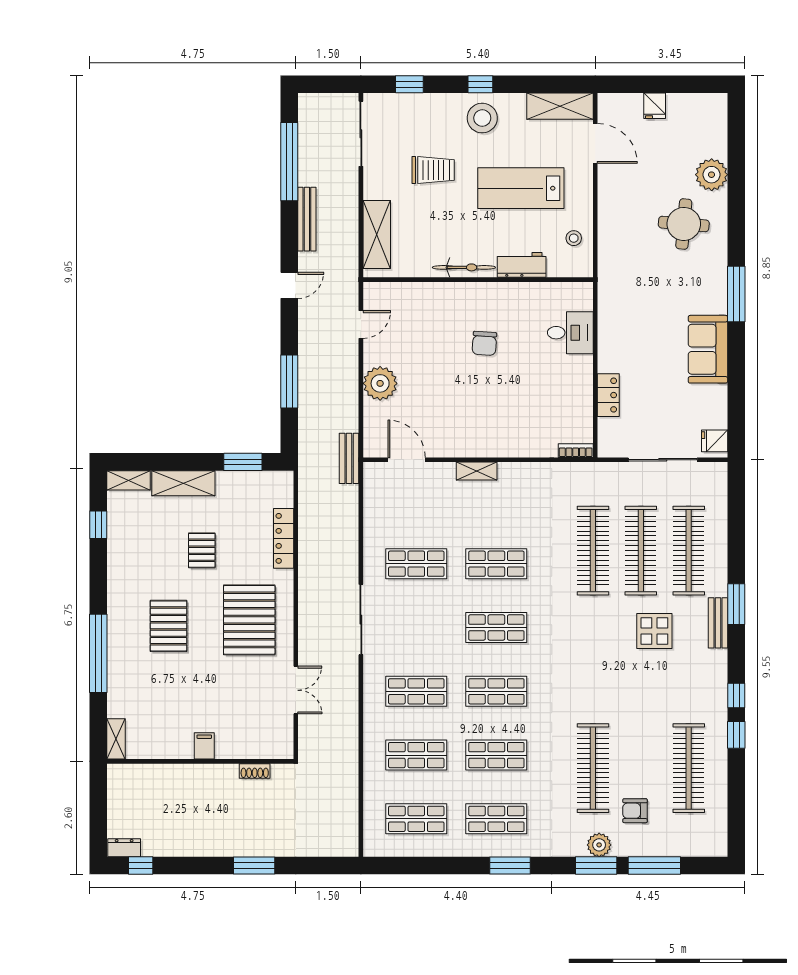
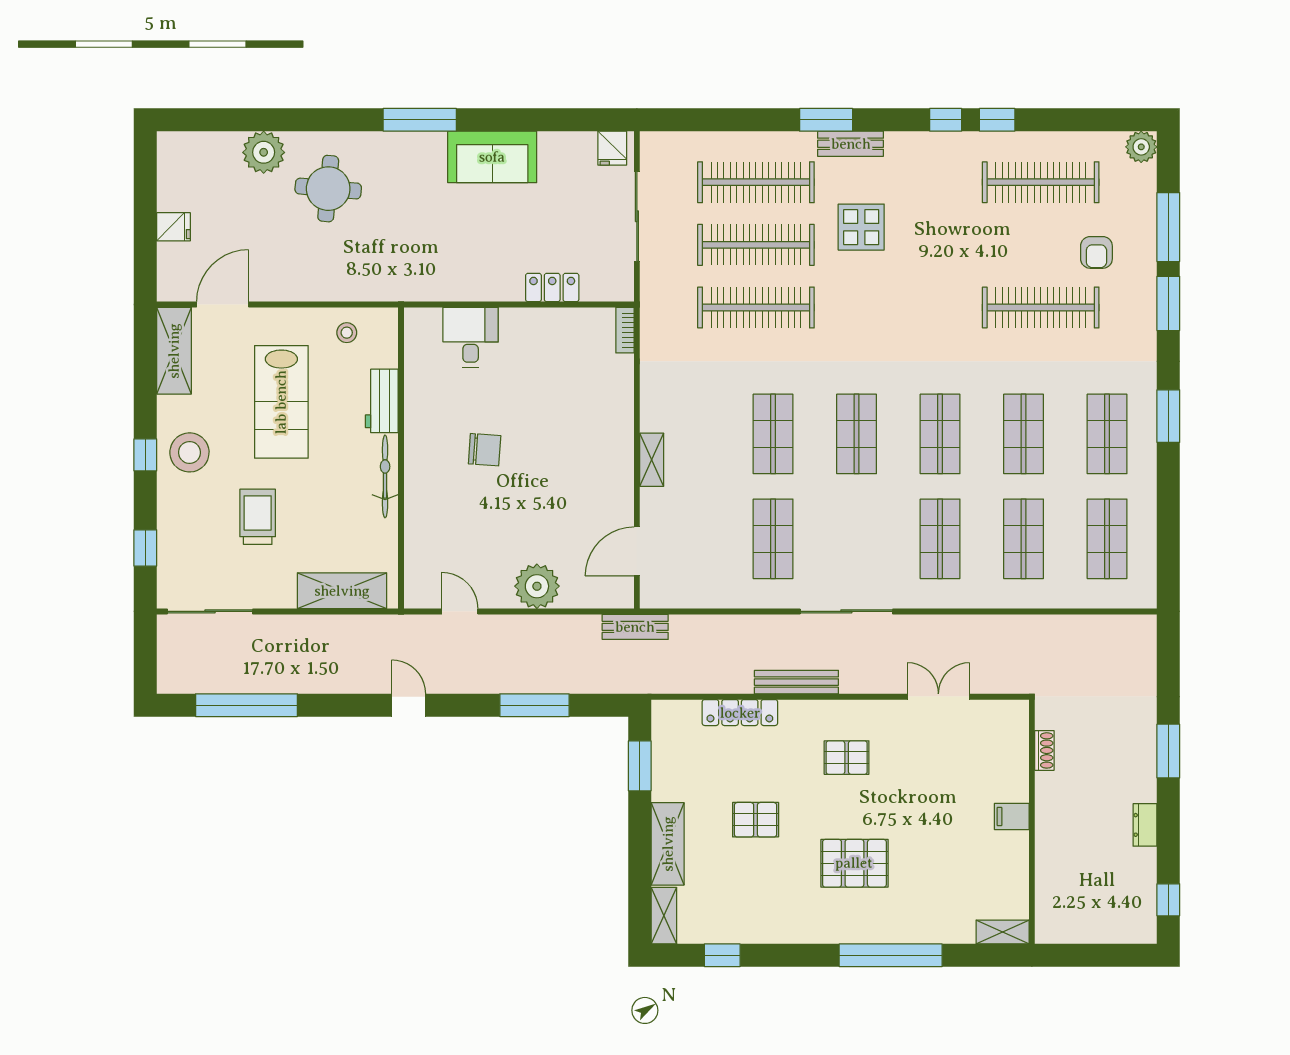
bench: (307, 219) -> (796, 682), moved
pallet: (249, 620) -> (847, 758), width x0.49, depth x0.50
plant: (599, 845) -> (1141, 147), moved
dresser: (124, 848) -> (1145, 825), moved

